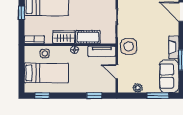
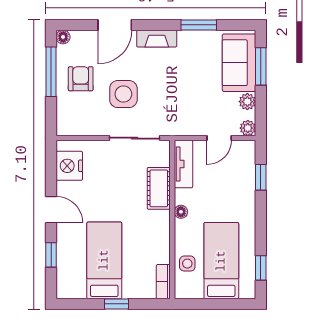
wardrobe: (64, 37) -> (159, 230), removed
side table: (129, 46) -> (123, 94), moved
fireplace: (174, 47) -> (157, 39), moved
sofa: (169, 76) -> (239, 63), moved, turned 90
plant: (123, 88) -> (248, 128), added

